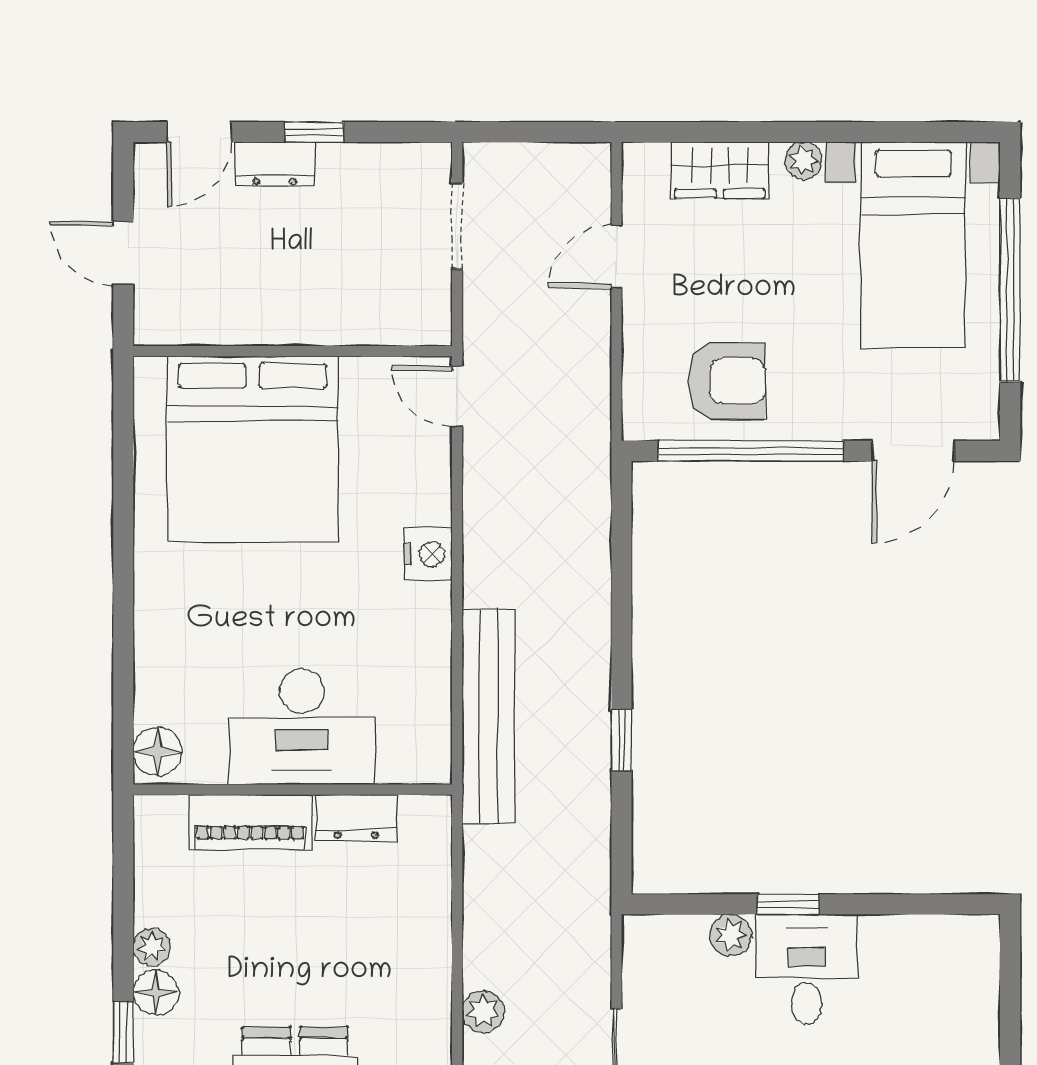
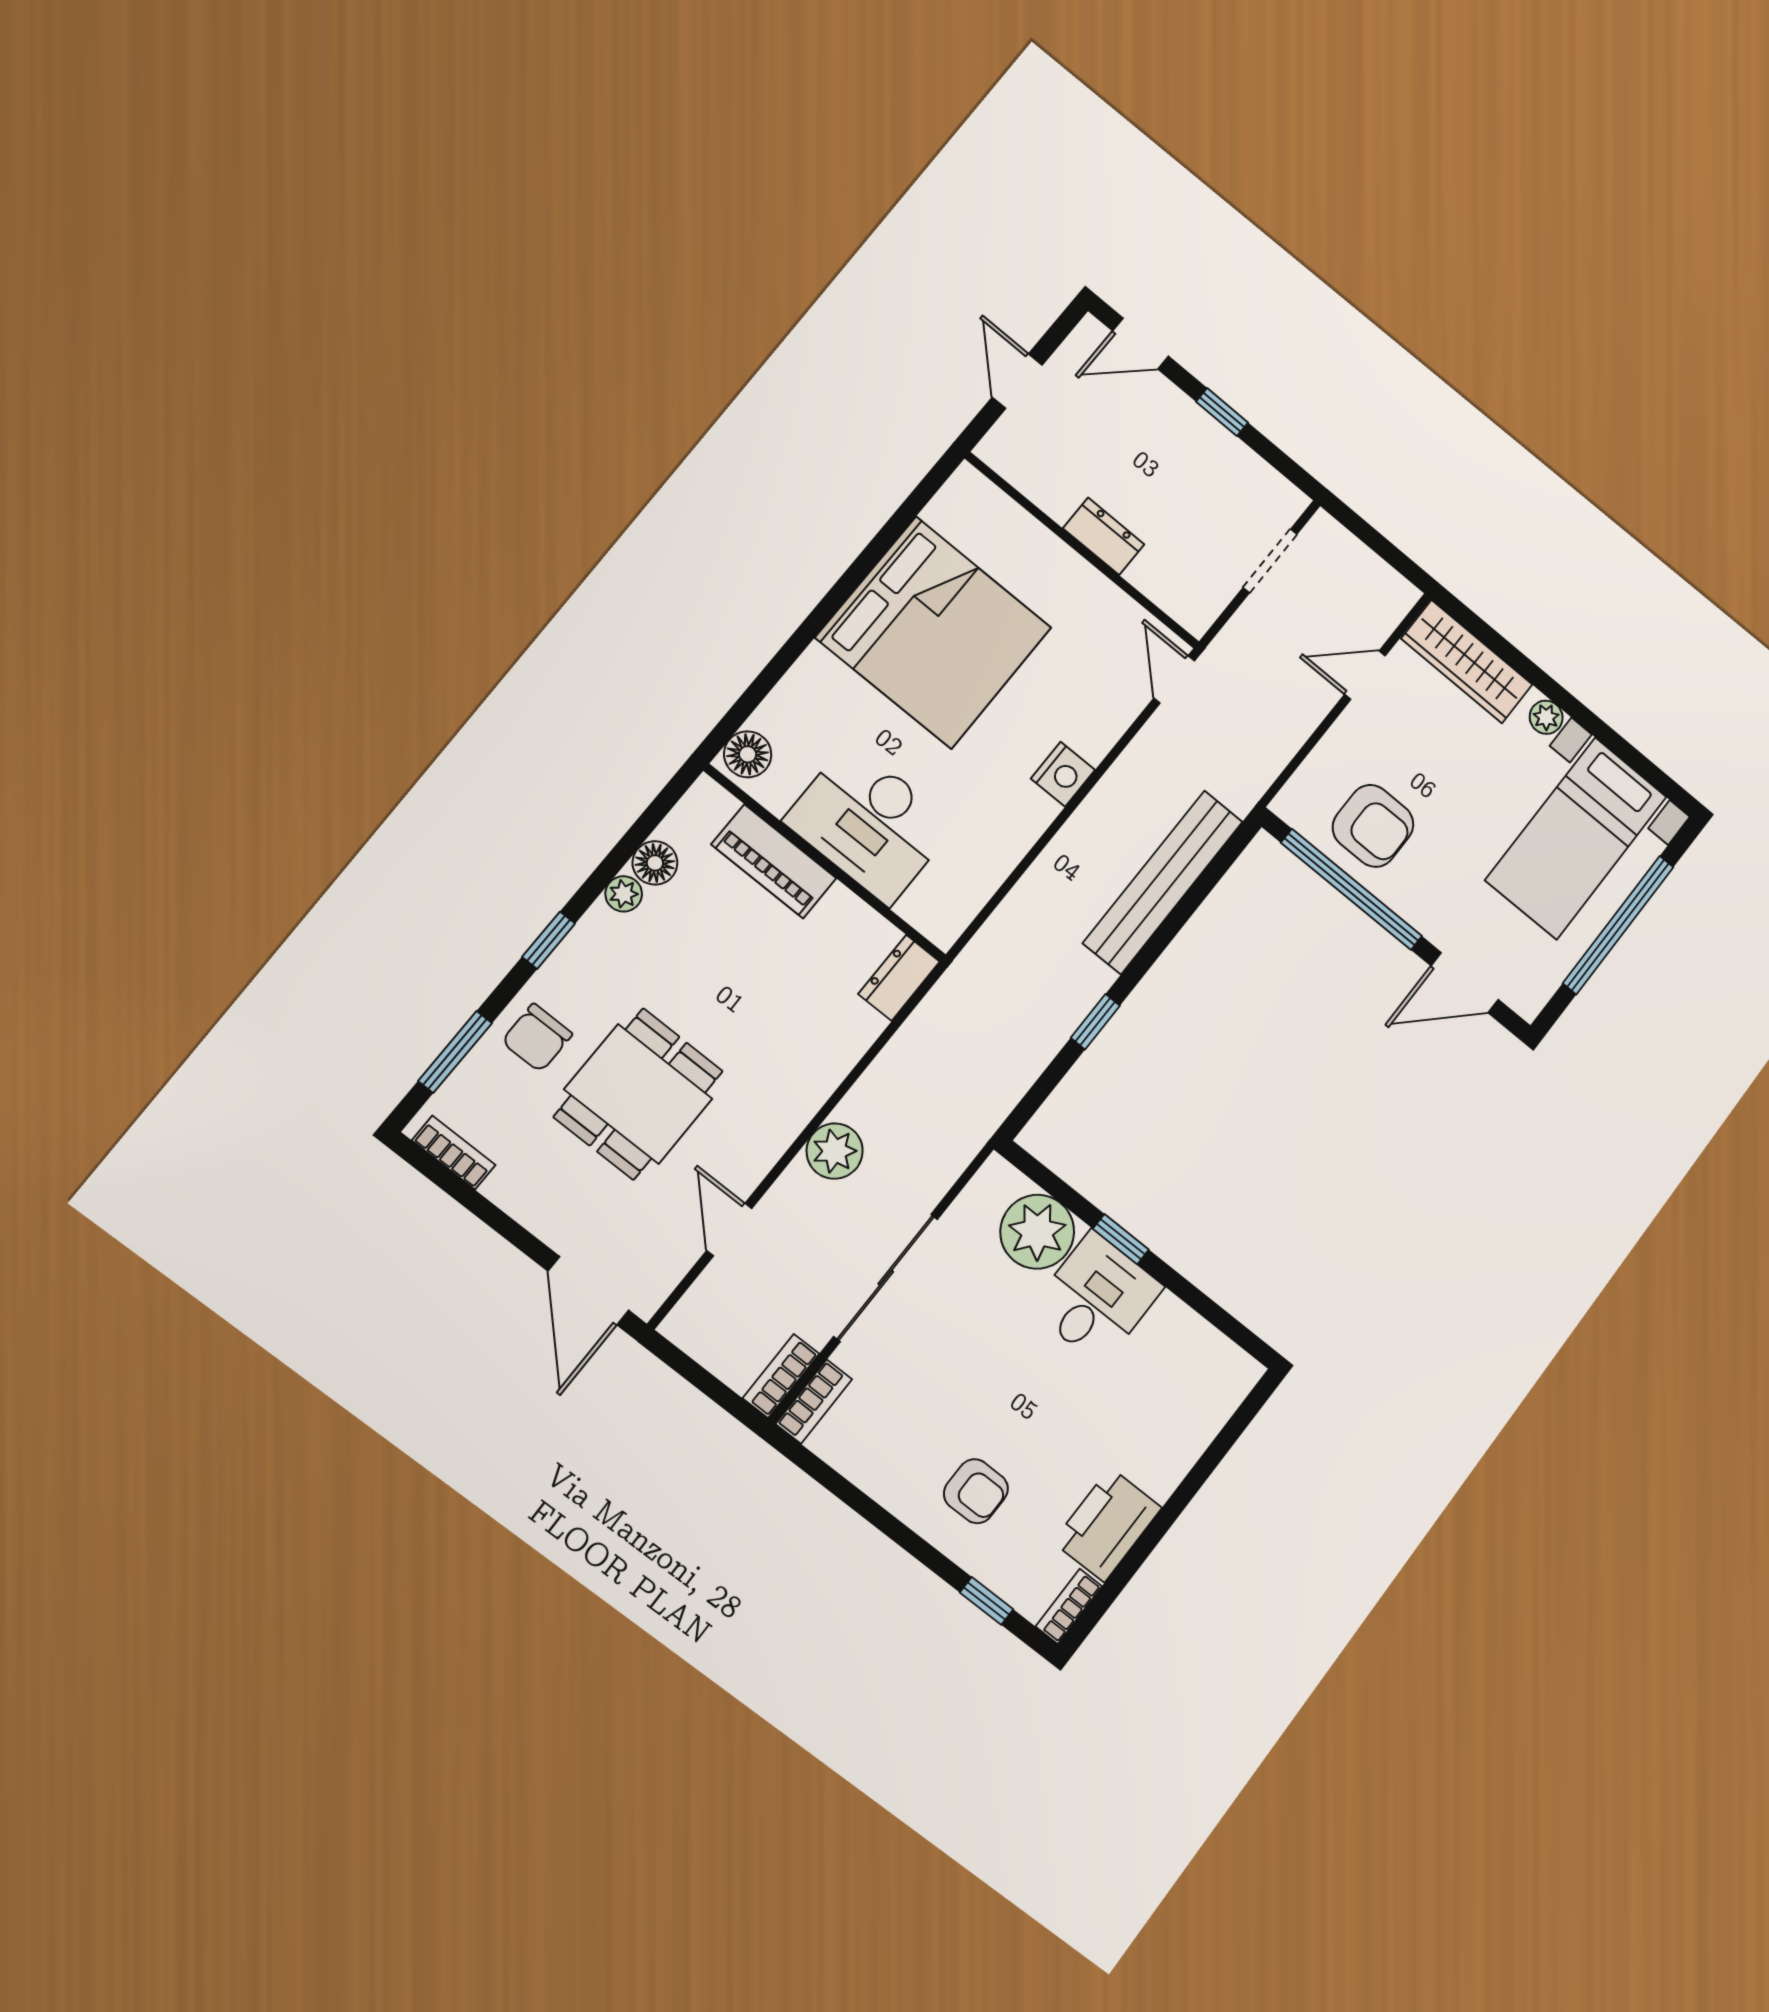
dresser: (275, 164) -> (1104, 536), moved, turned 180
wardrobe: (720, 170) -> (1467, 662), width x1.50
bed: (253, 449) -> (934, 633), moved, turned -90
bench: (489, 716) -> (1163, 882), moved
dresser: (356, 817) -> (899, 978), moved, turned 90
plant: (731, 935) -> (1037, 1232), width x1.87, depth x1.87
floor lamp: (156, 992) -> (655, 863), moved
plant: (483, 1012) -> (835, 1151), width x1.38, depth x1.38

